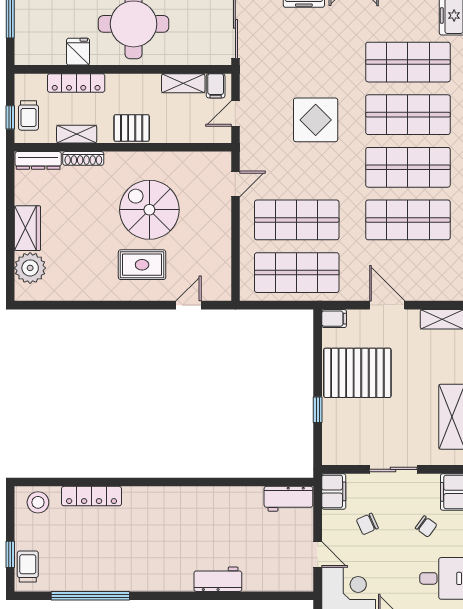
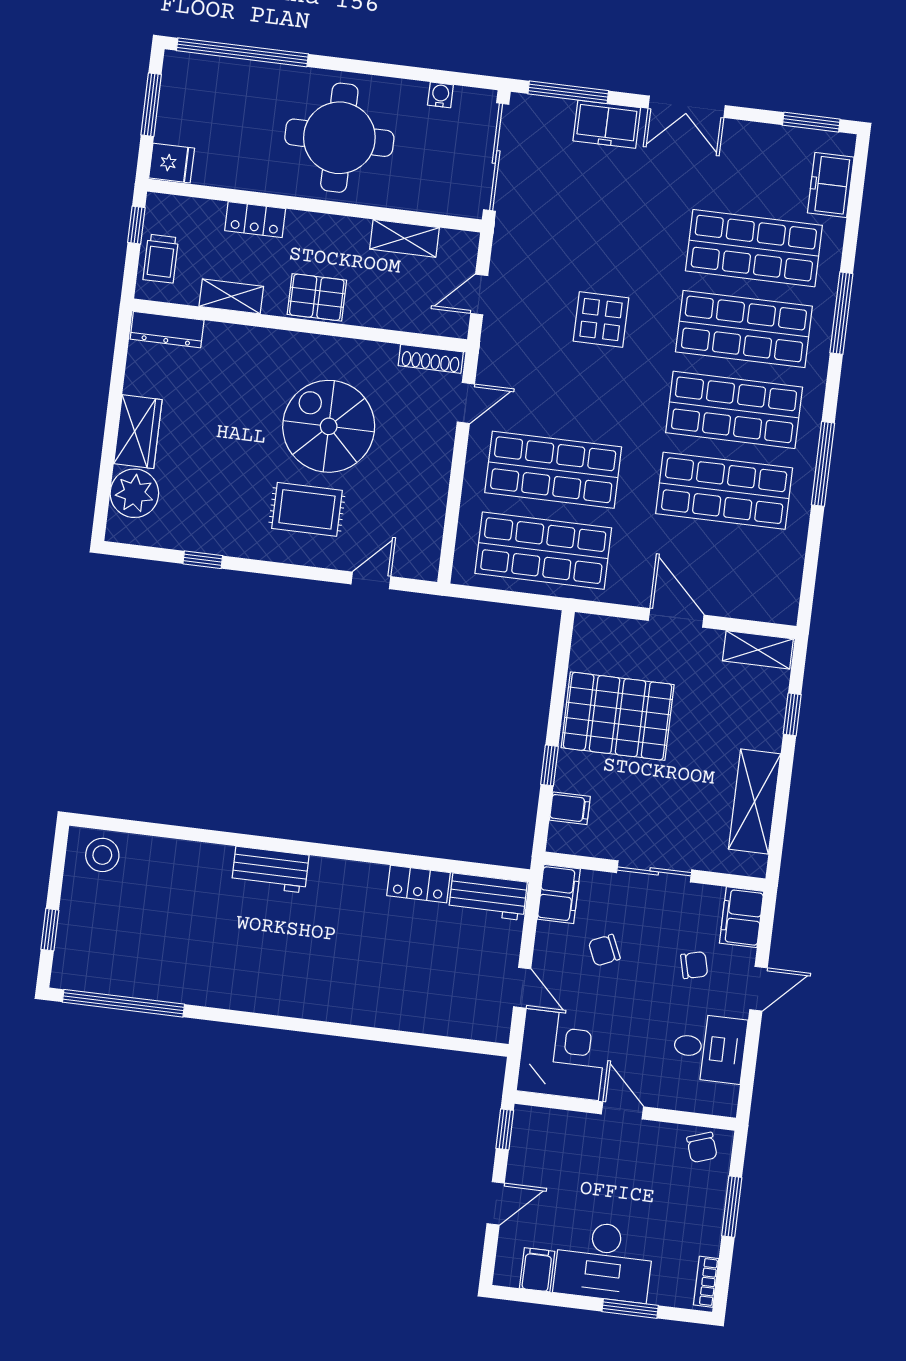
fridge: (78, 52) -> (172, 163), moved, turned 90
locker: (76, 83) -> (255, 220), width x0.66
filing cabinet: (216, 86) -> (454, 248), removed
window: (10, 117) -> (136, 225), moved
display table: (316, 120) -> (601, 320), width x0.73, depth x0.73
shoe rack: (83, 158) -> (431, 359), moved
window: (79, 305) -> (203, 560), added
filing cabinet: (334, 319) -> (570, 808), moved
locker: (92, 496) -> (419, 884), moved, width x0.66
chair: (426, 526) -> (694, 965), turned -50
trolley: (28, 566) -> (75, 952), removed
workbench: (218, 579) -> (270, 870), moved, turned 180
window: (90, 596) -> (123, 1003), moved

